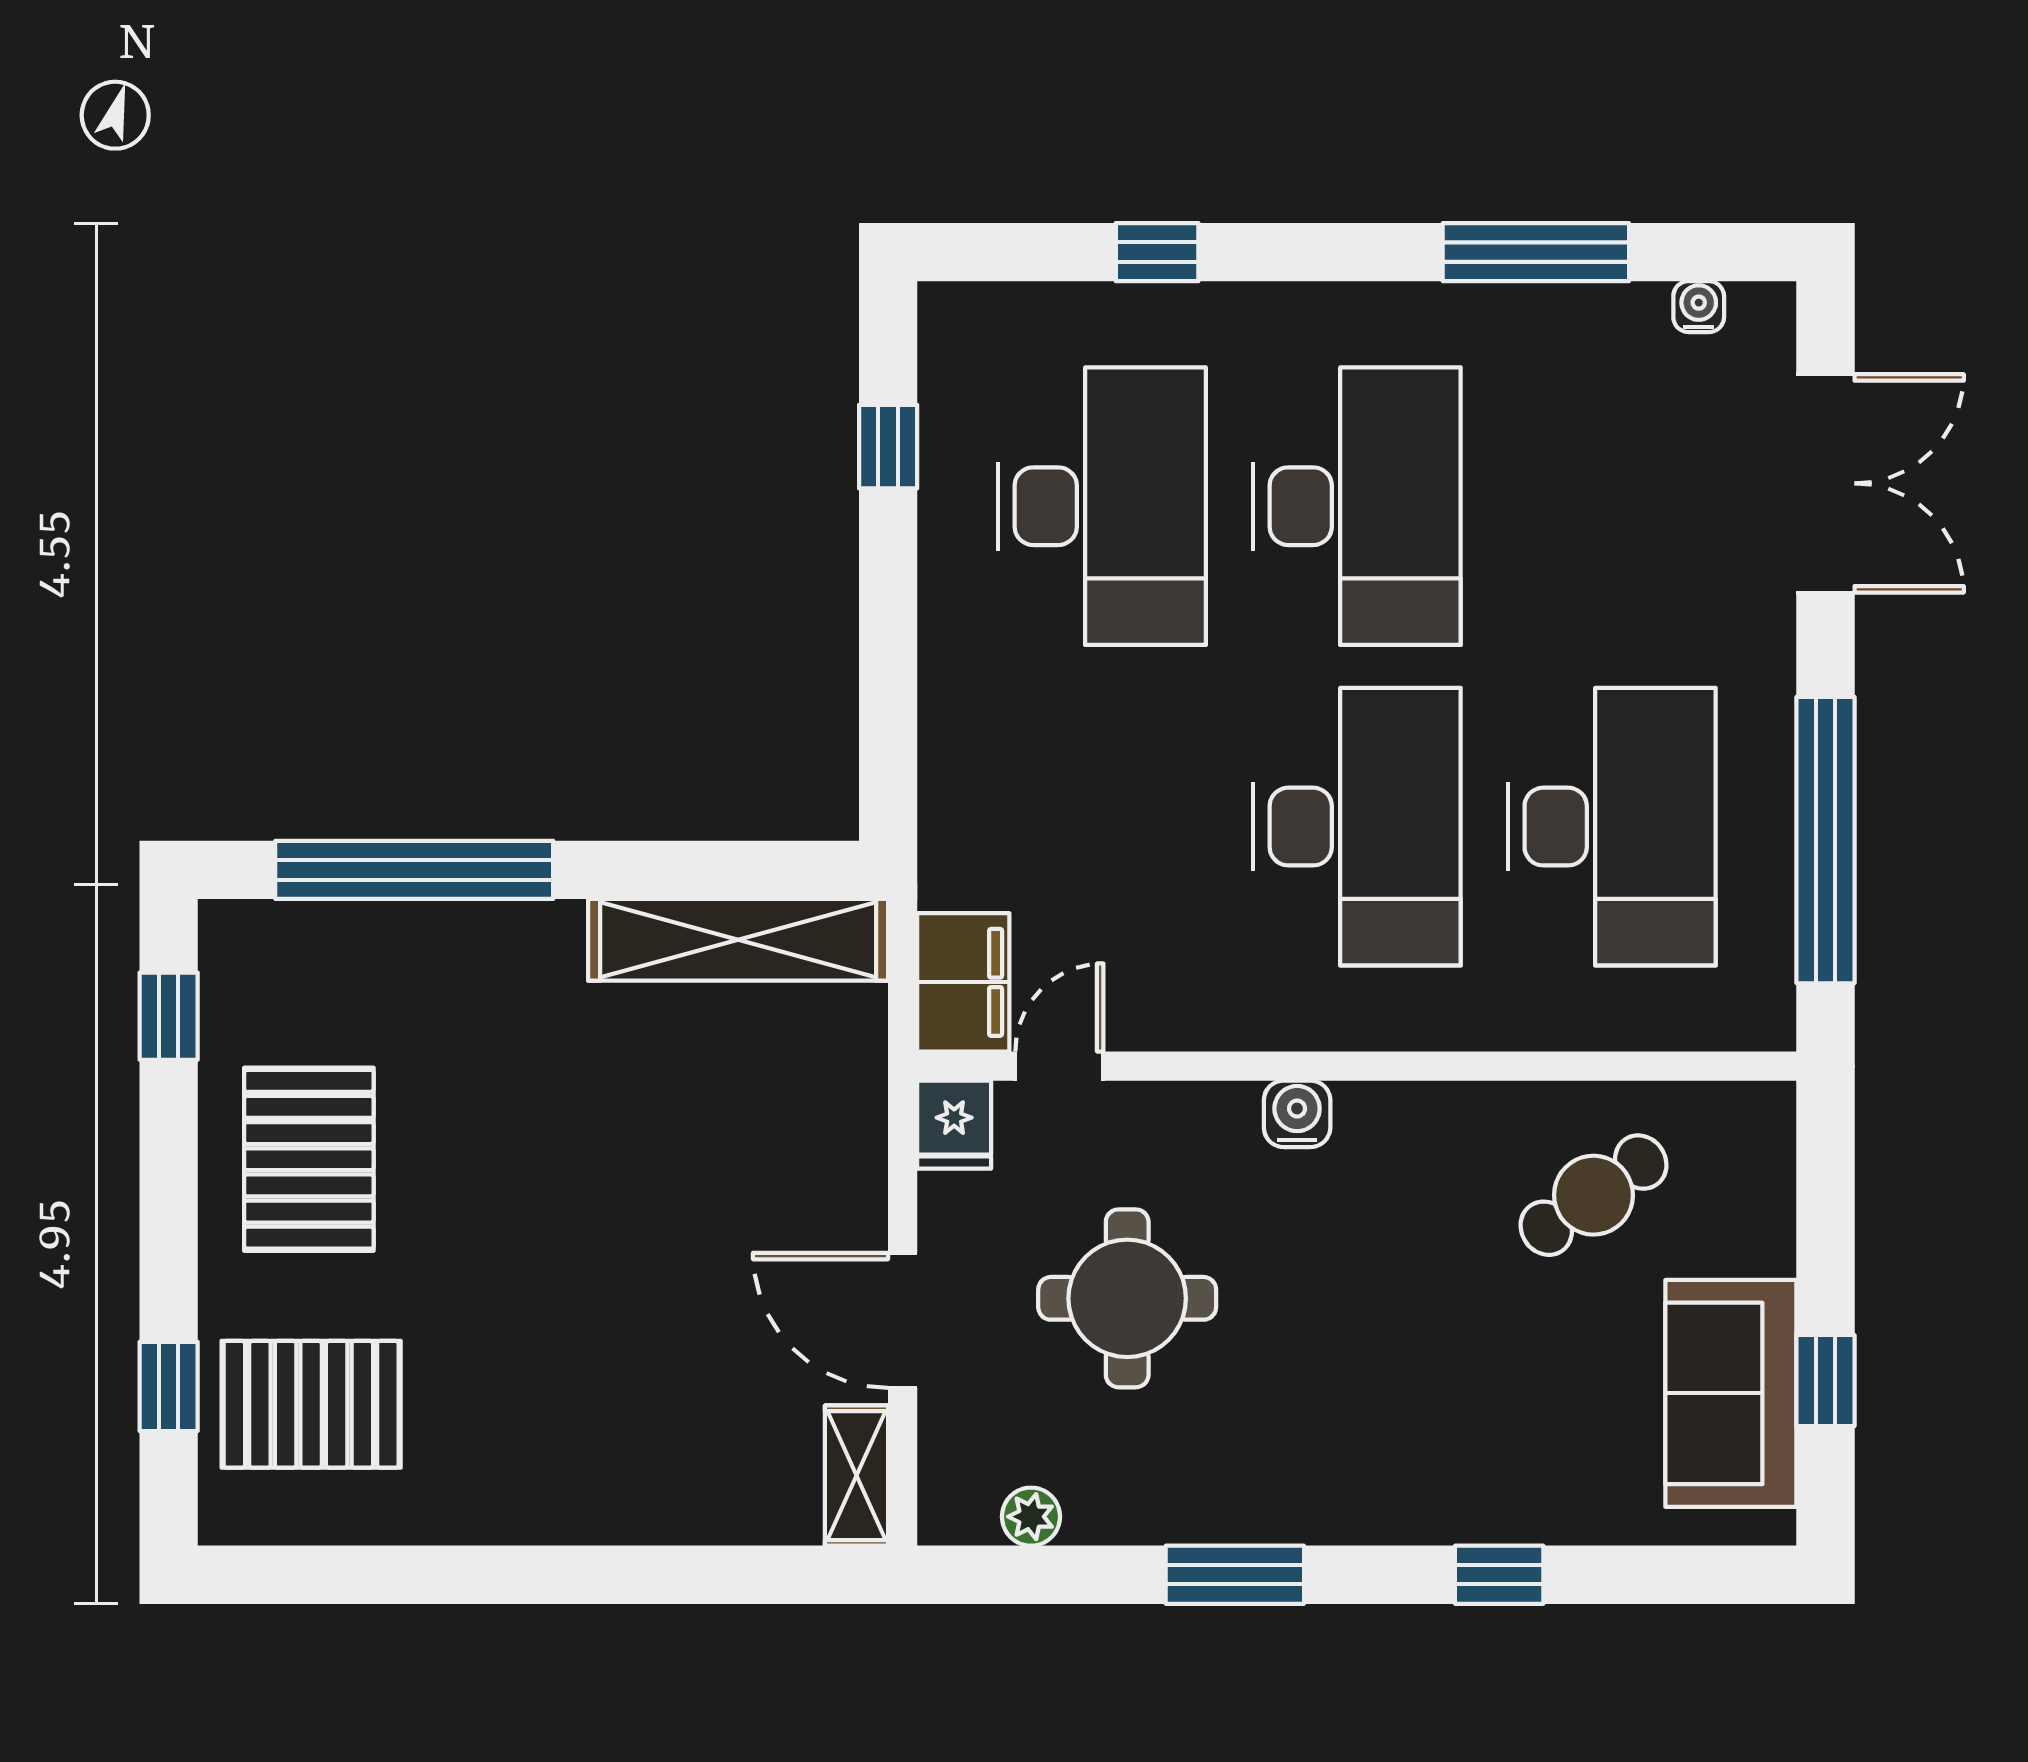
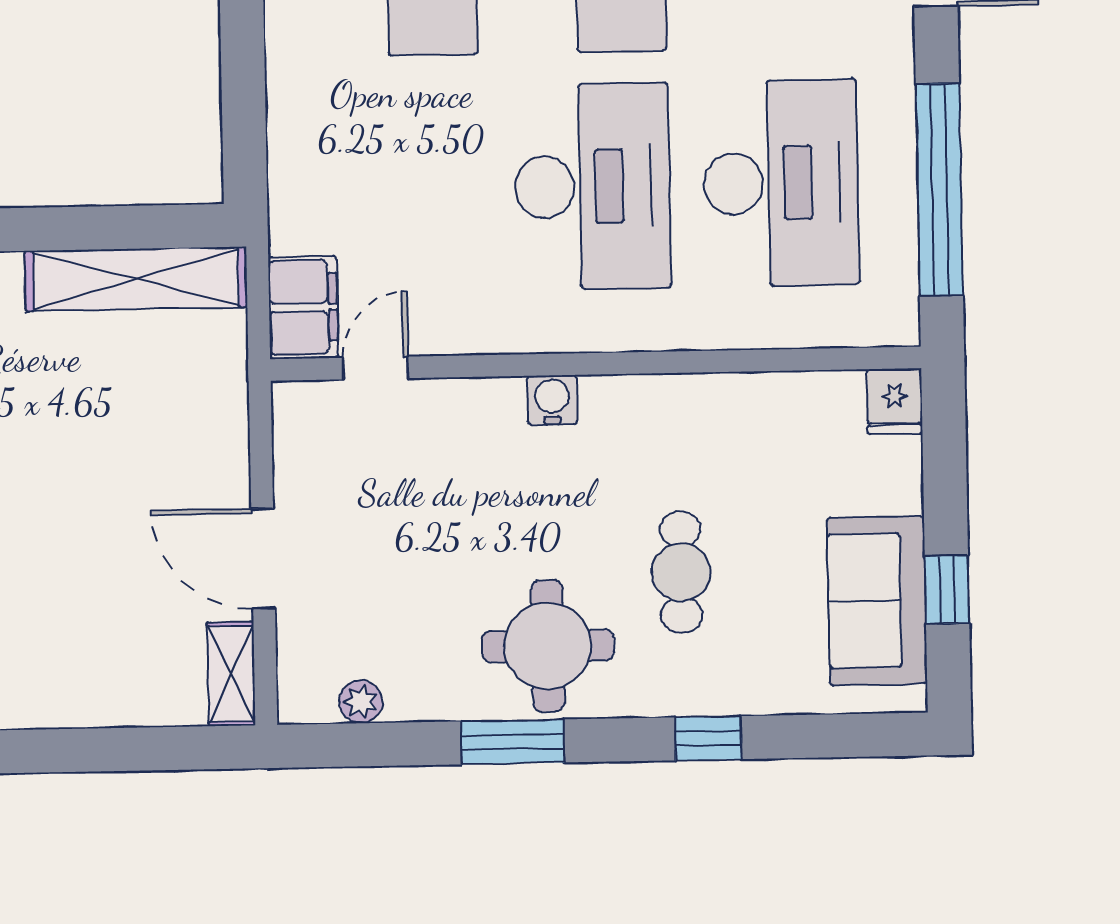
fridge: (954, 1125) -> (895, 401), moved
cafe table: (1594, 1195) -> (681, 572), moved, turned -55
round table: (1127, 1298) -> (548, 646), moved

